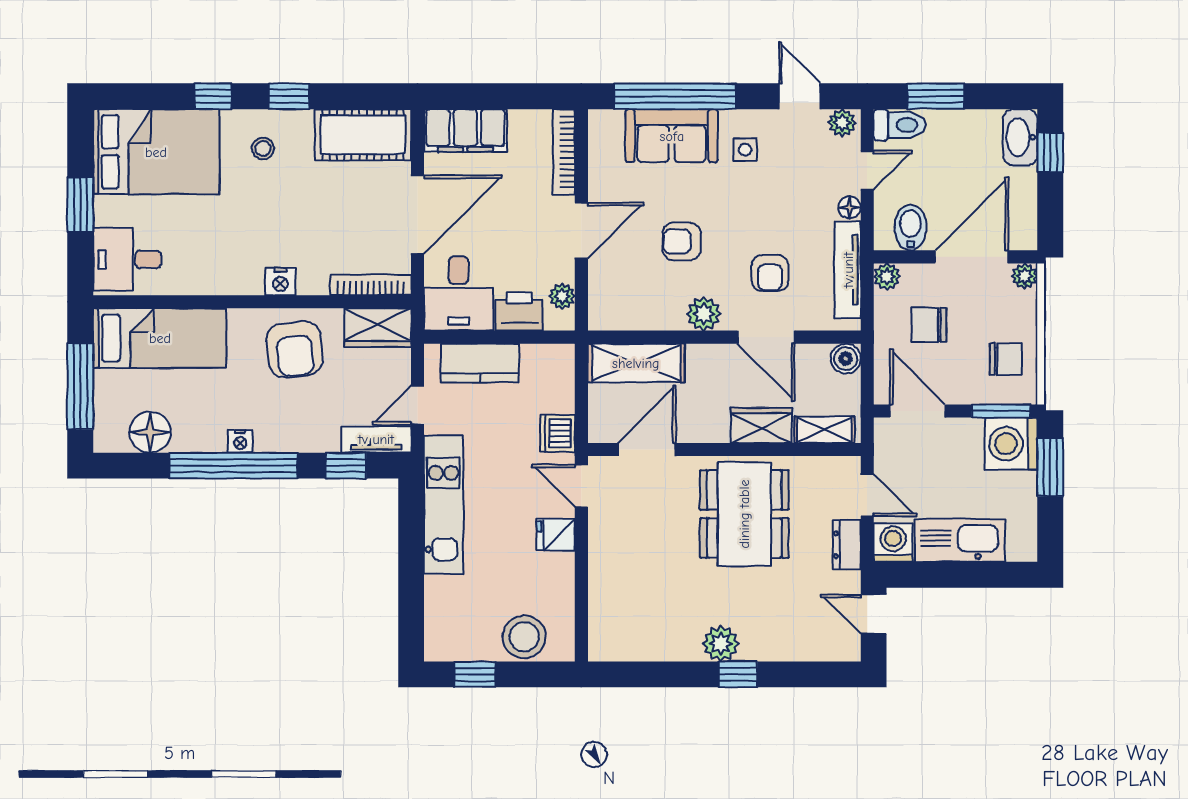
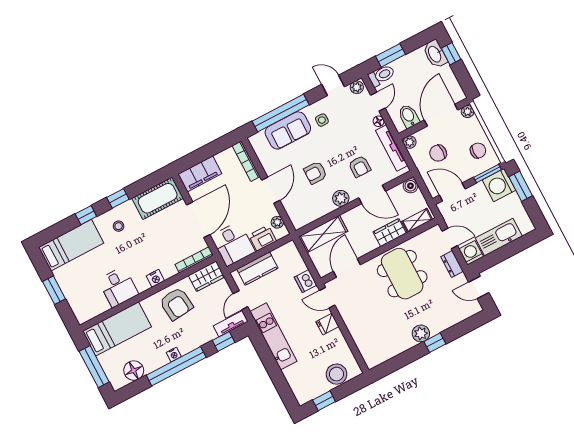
bed: (156, 152) -> (71, 245), width x0.67
desk: (127, 259) -> (118, 287), moved, turned -90

